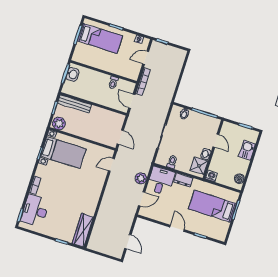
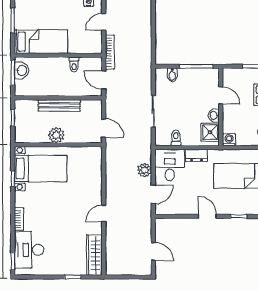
bed: (100, 38) -> (41, 42), moved
bench: (74, 104) -> (59, 105), moved
plant: (59, 124) -> (56, 135), moved
door: (111, 165) -> (104, 213), moved

